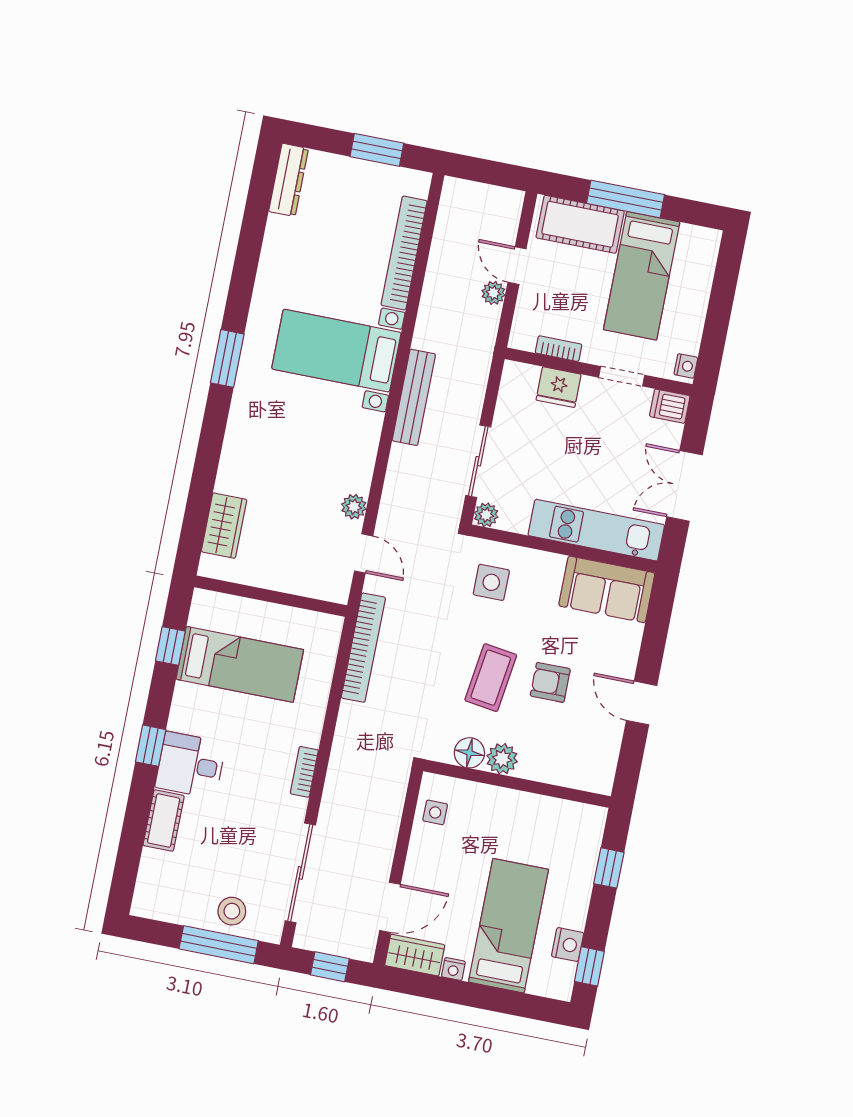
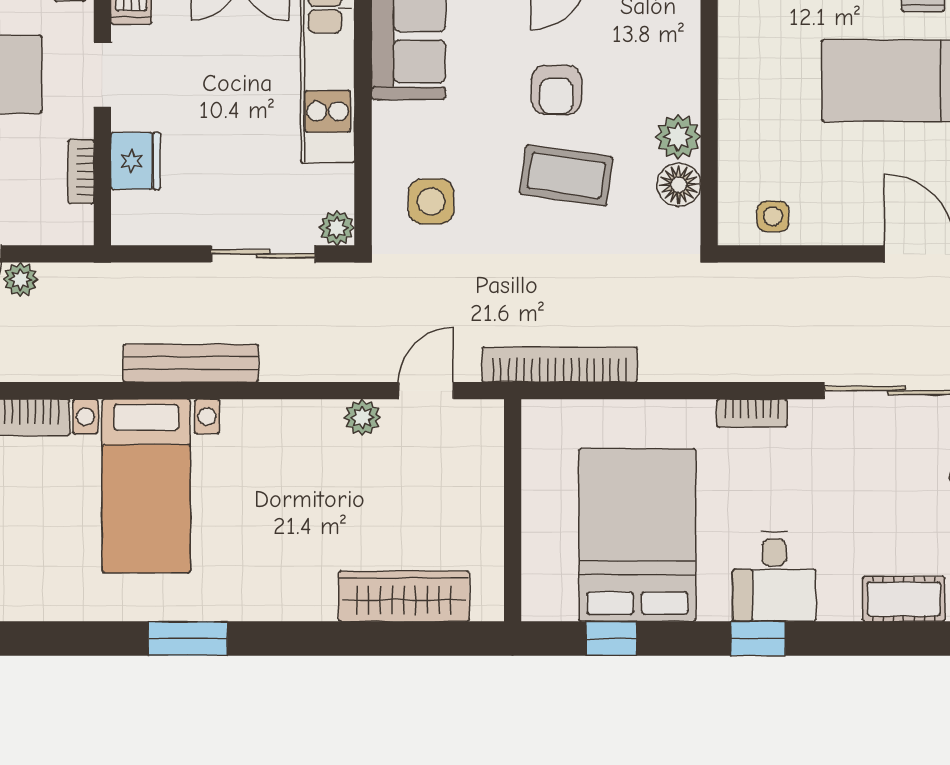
wardrobe: (224, 526) -> (404, 596), width x1.50
bed: (240, 664) -> (637, 535), width x1.50
cot: (164, 821) -> (904, 599), moved

